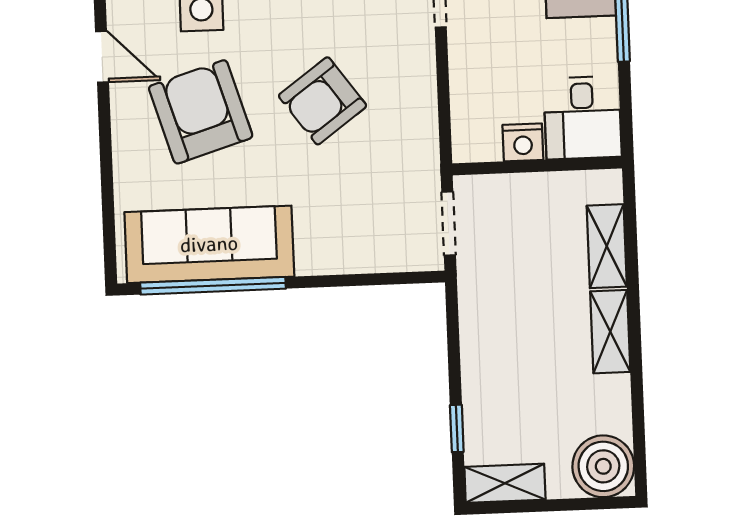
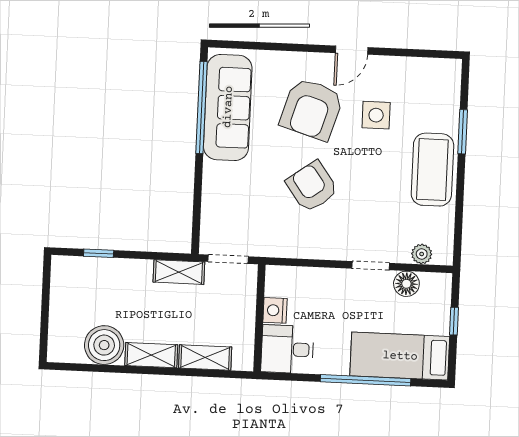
armchair: (201, 112) -> (312, 109), turned 124
boiler: (603, 466) -> (104, 345), moved
shelving: (505, 483) -> (179, 272), moved, turned 90

